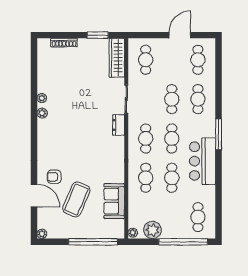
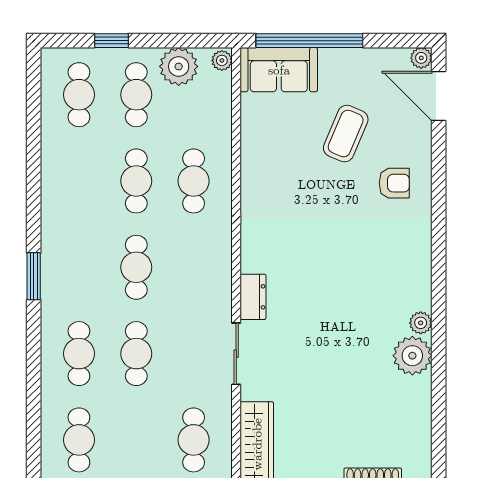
plant: (42, 98) -> (412, 356), width x1.88, depth x1.88
window: (219, 134) -> (34, 276), width x0.69
cafe table: (146, 138) -> (136, 95), moved
bar counter: (203, 161) -> (69, 218), removed
door: (34, 195) -> (439, 96), moved
coffee table: (76, 199) -> (346, 134), width x0.73, depth x0.76
sofa: (114, 201) -> (279, 70), moved, turned 90
window: (183, 242) -> (111, 41), width x0.32

